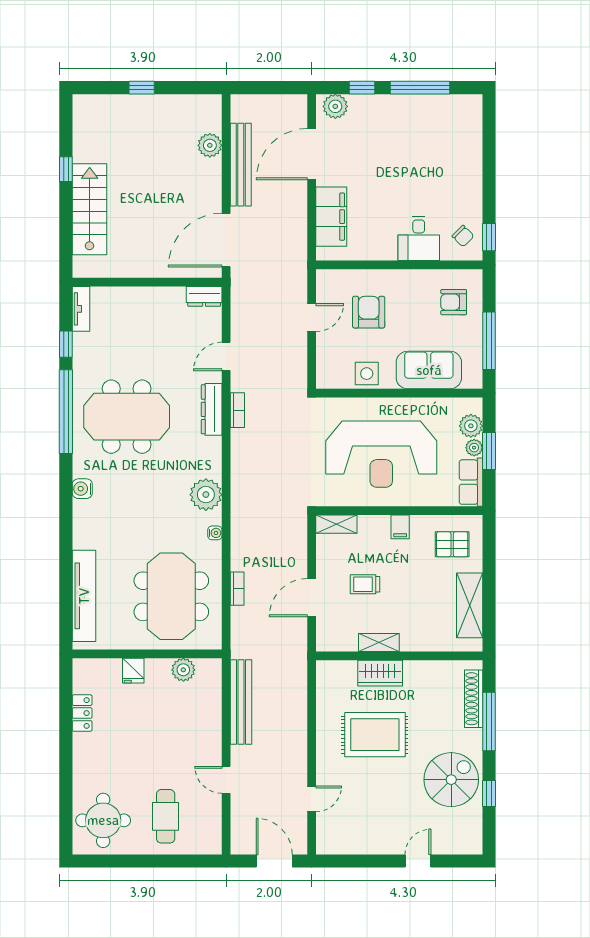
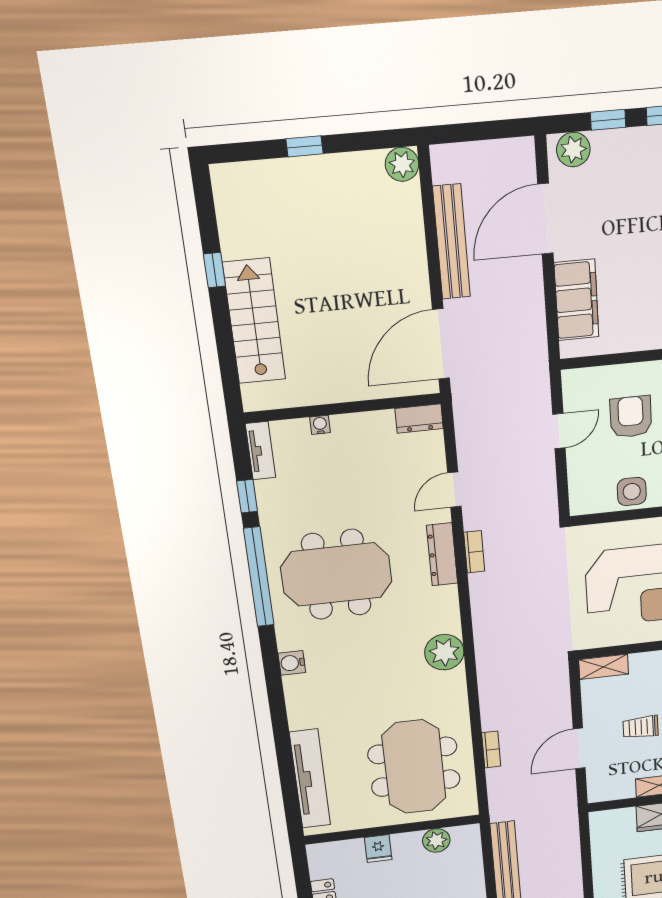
plant: (210, 145) -> (402, 164), moved
water cooler: (215, 533) -> (320, 425), moved, turned -90

